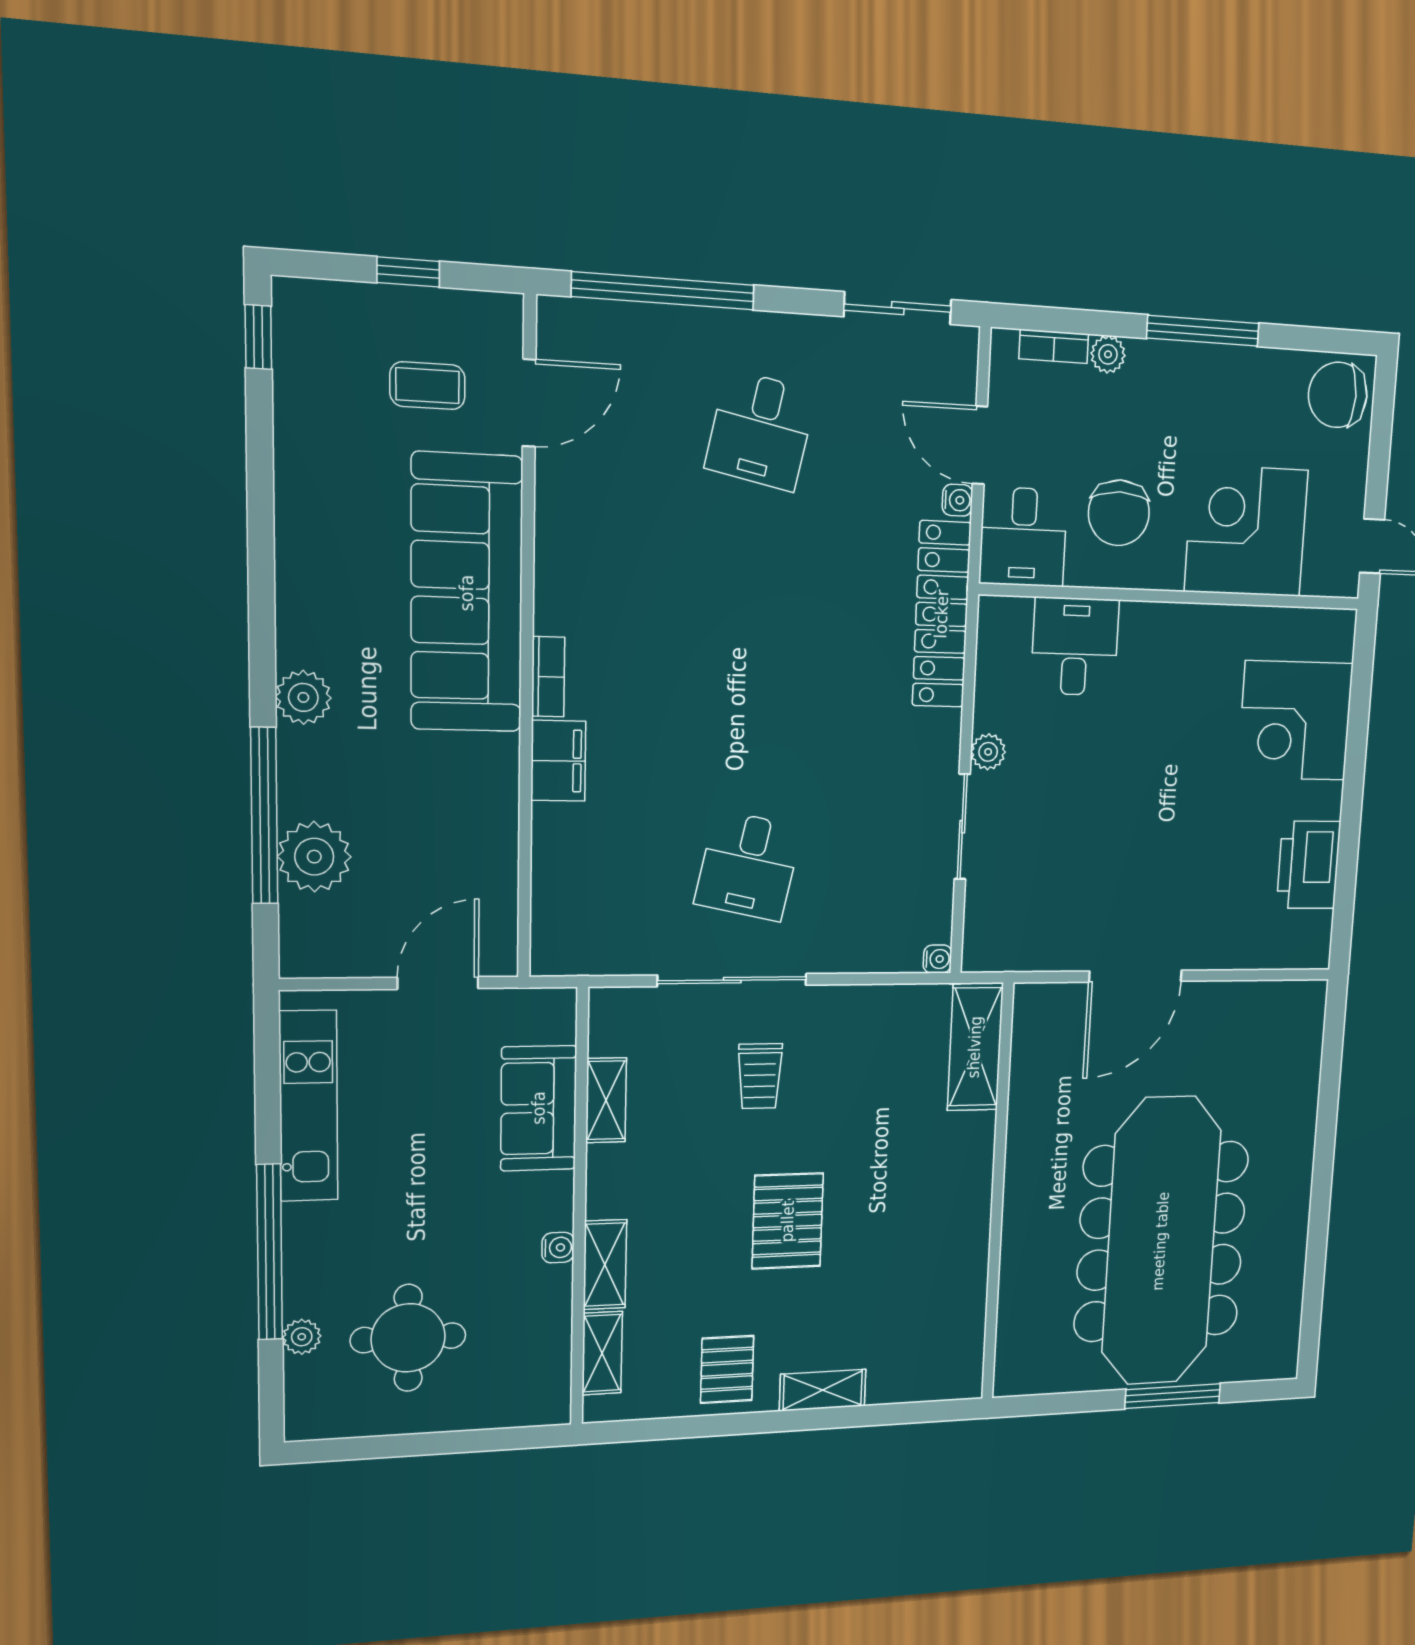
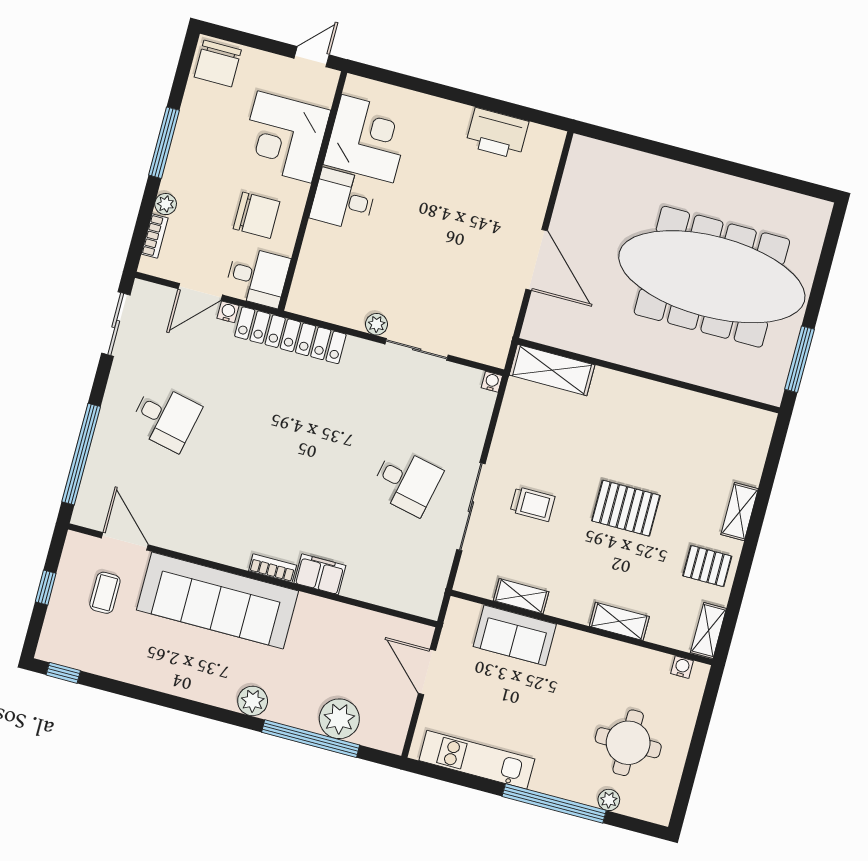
desk: (1075, 647) -> (343, 200), moved
corner desk: (1295, 721) -> (367, 139), moved, turned -90
water cooler: (558, 1248) -> (682, 667), moved
shelving: (602, 1353) -> (708, 630), moved, turned 90
window: (1173, 1396) -> (800, 359), moved

